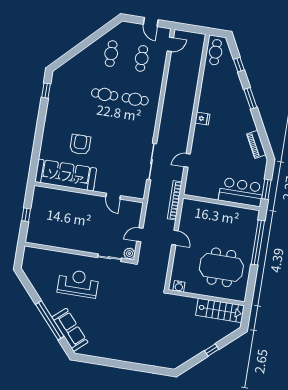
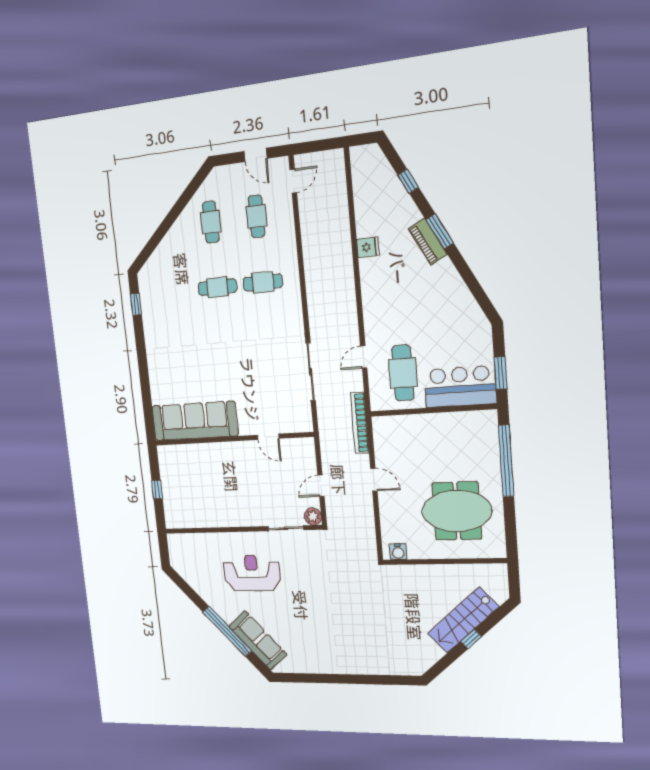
cafe table: (216, 52) -> (403, 373), moved, width x1.37, depth x1.35
fridge: (202, 119) -> (368, 247), moved
piano: (256, 144) -> (428, 242), moved
armchair: (80, 145) -> (203, 371), removed
stairs: (220, 310) -> (463, 620), moved, turned 138

